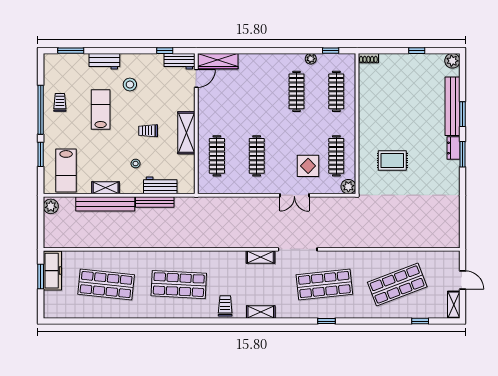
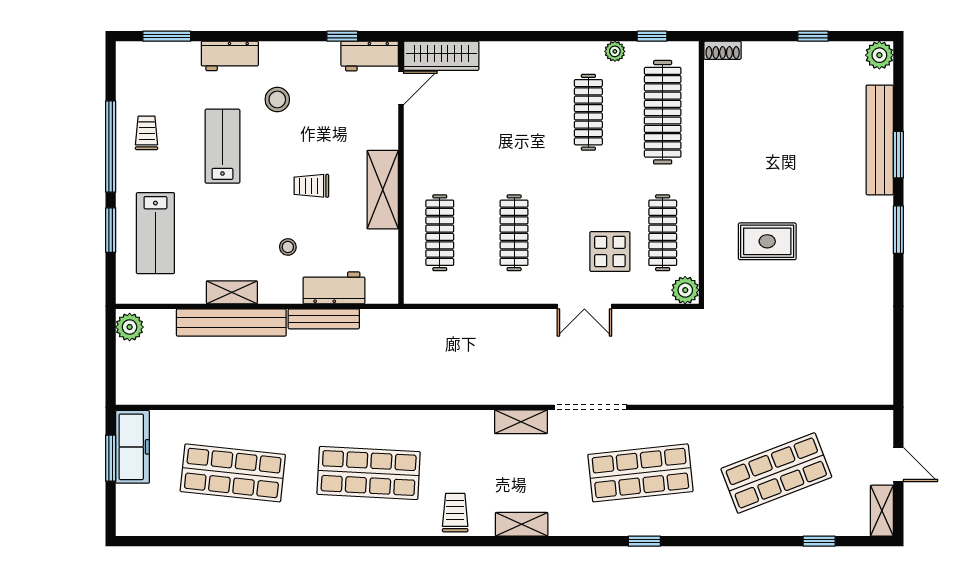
clothes rail: (336, 91) -> (663, 112), width x1.37, depth x1.31
dresser: (453, 148) -> (881, 218), removed
lab bench: (66, 170) -> (155, 233), moved

